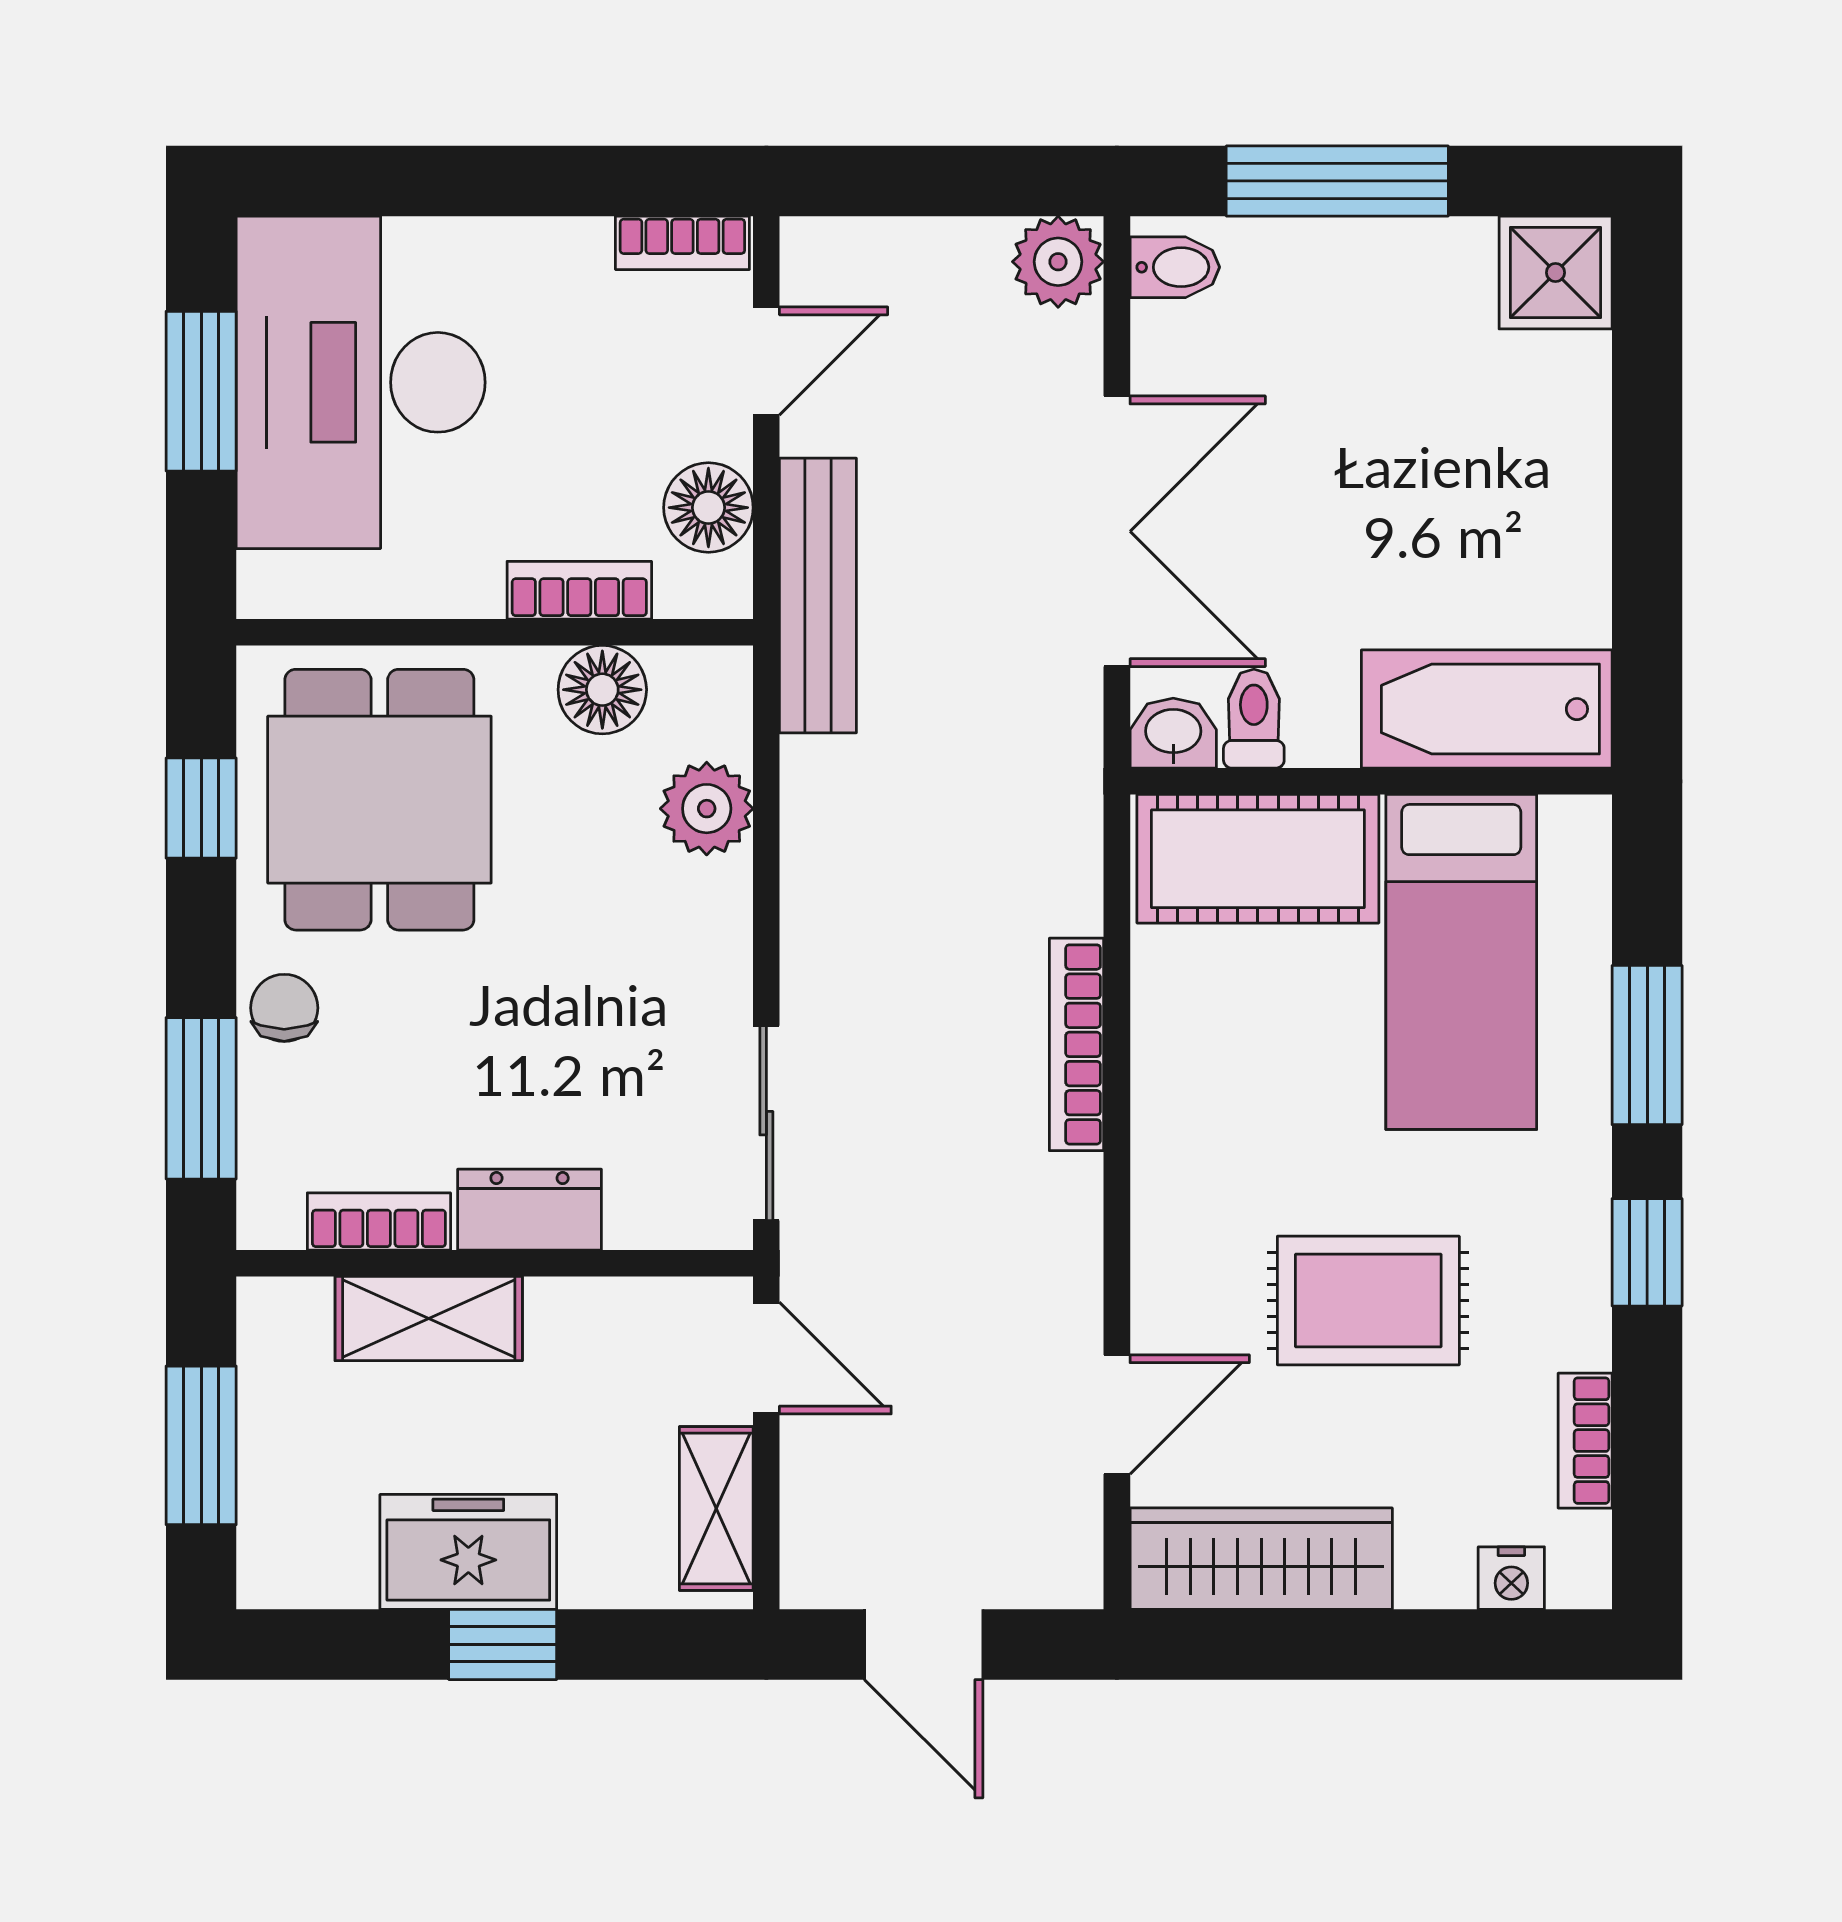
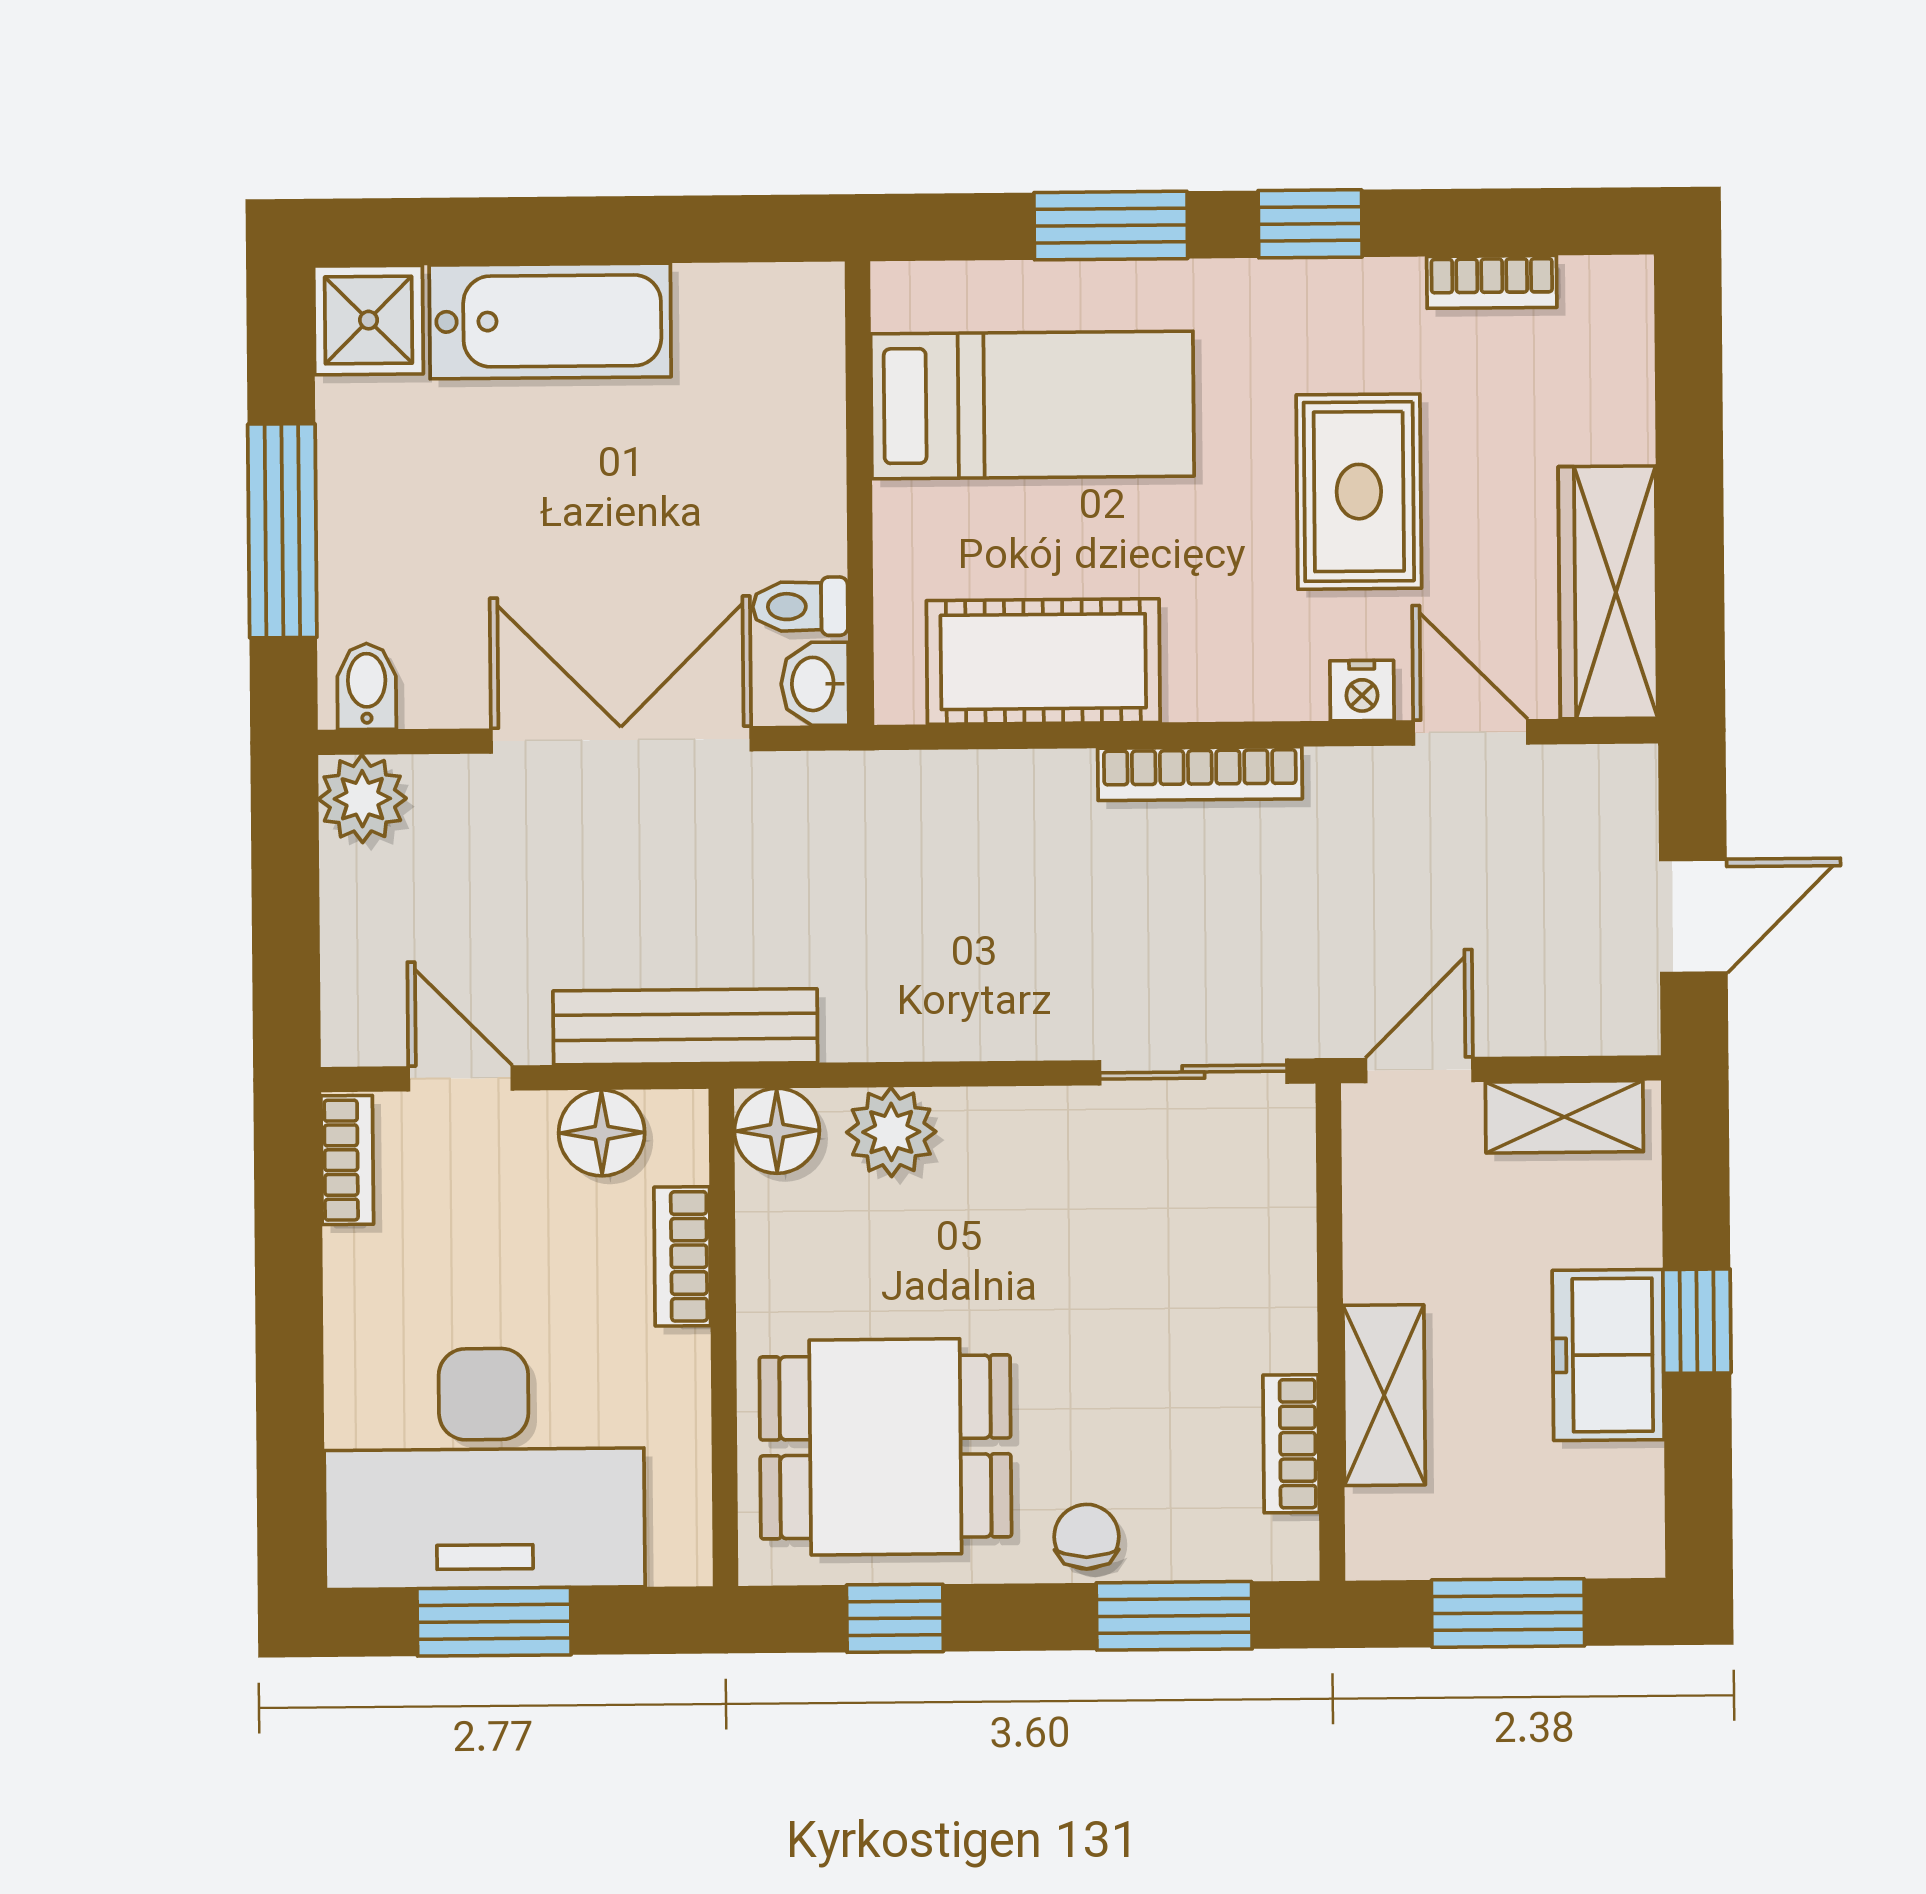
floor lamp: (602, 690) -> (777, 1131), moved
bathtub: (1487, 709) -> (550, 321), moved, turned -90
cot: (1258, 859) -> (1043, 662), moved, turned 90
chair: (284, 1008) -> (1086, 1537), turned 90
bookcase: (1077, 1044) -> (1200, 774), moved
dresser: (530, 1210) -> (1278, 1299), removed
nightstand: (1511, 1578) -> (1362, 691), moved, turned 90

